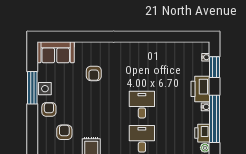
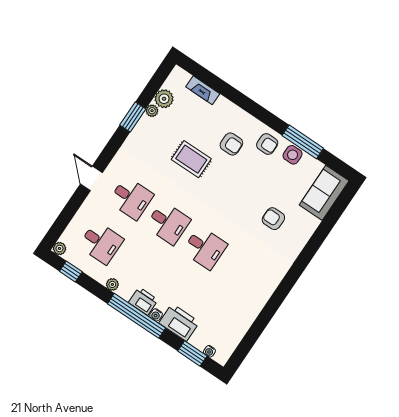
printer: (202, 133) -> (143, 301), moved

